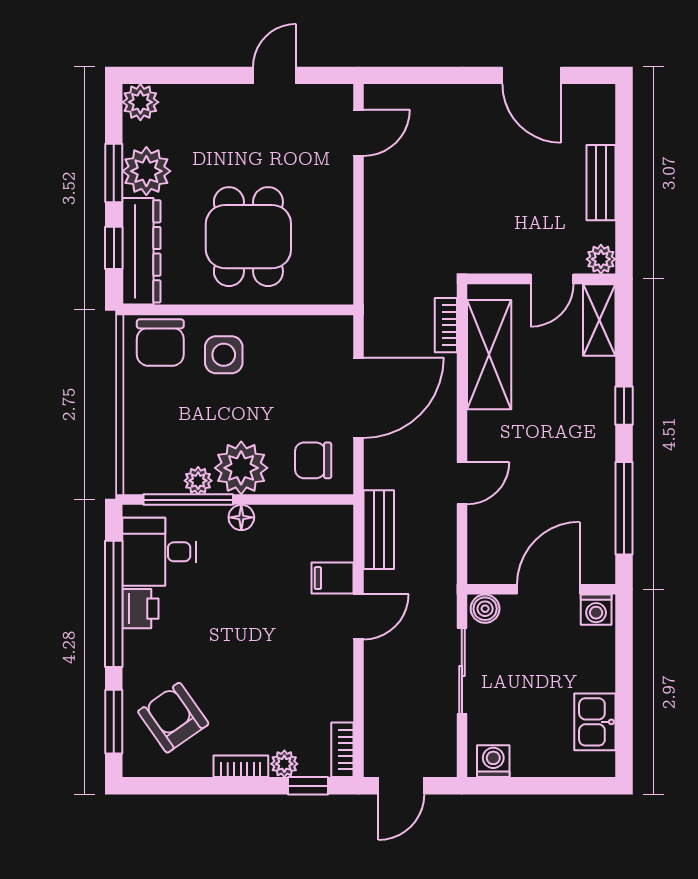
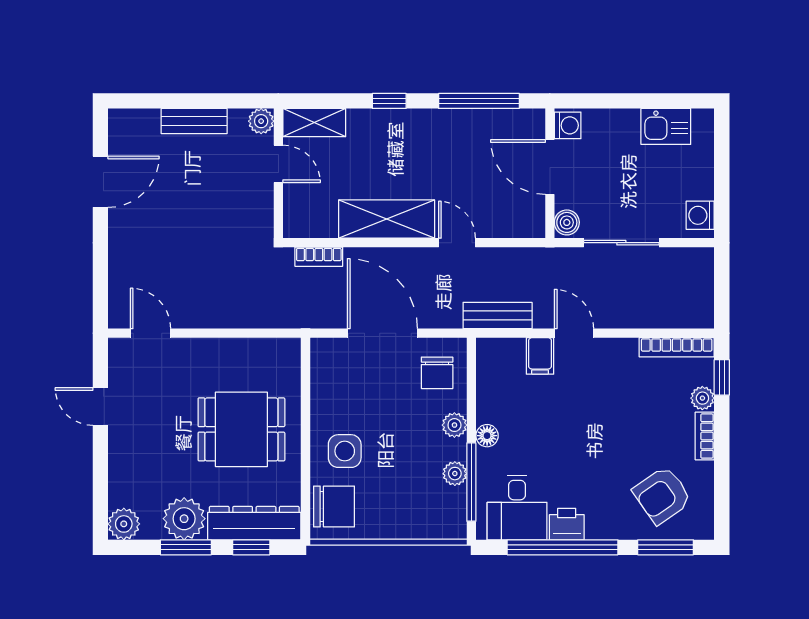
shelving: (489, 355) -> (387, 219), moved
plant: (241, 468) -> (454, 425), width x0.53, depth x0.53
bookcase: (342, 750) -> (677, 347), width x1.56
door: (401, 786) -> (722, 296), removed

